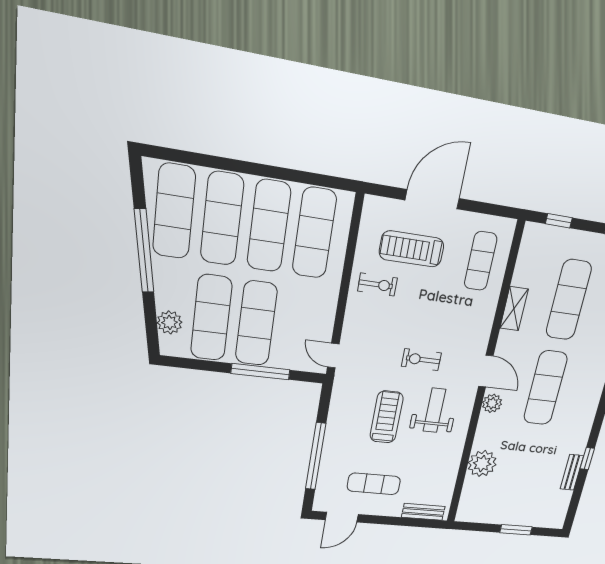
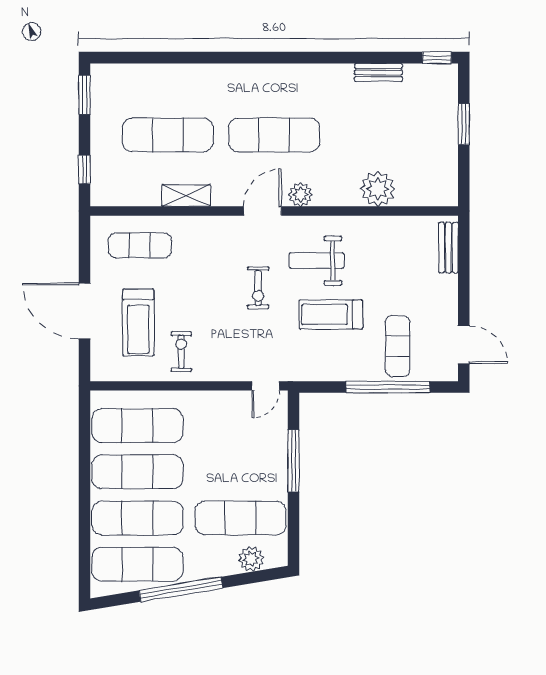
exercise mat: (256, 323) -> (241, 472), removed
window: (587, 459) -> (437, 58), moved
exercise mat: (374, 484) -> (398, 346), moved

